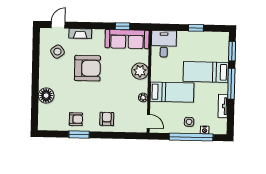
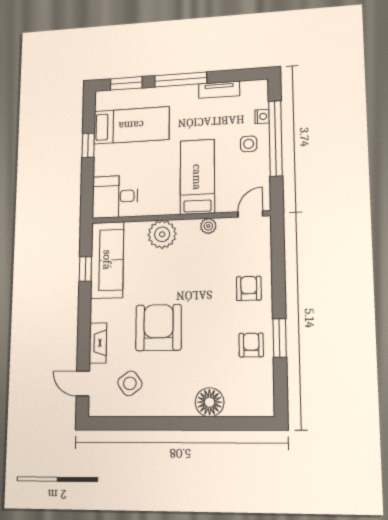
bed: (206, 72) -> (131, 125), moved, turned -90
armchair: (107, 119) -> (249, 288), turned 90

